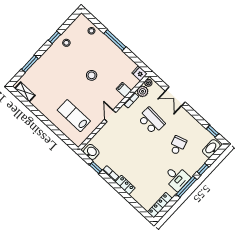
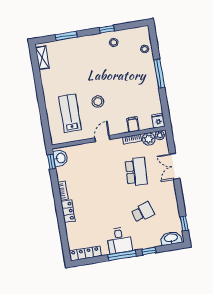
stool: (92, 75) -> (98, 102), moved
window: (96, 168) -> (51, 162), moved

